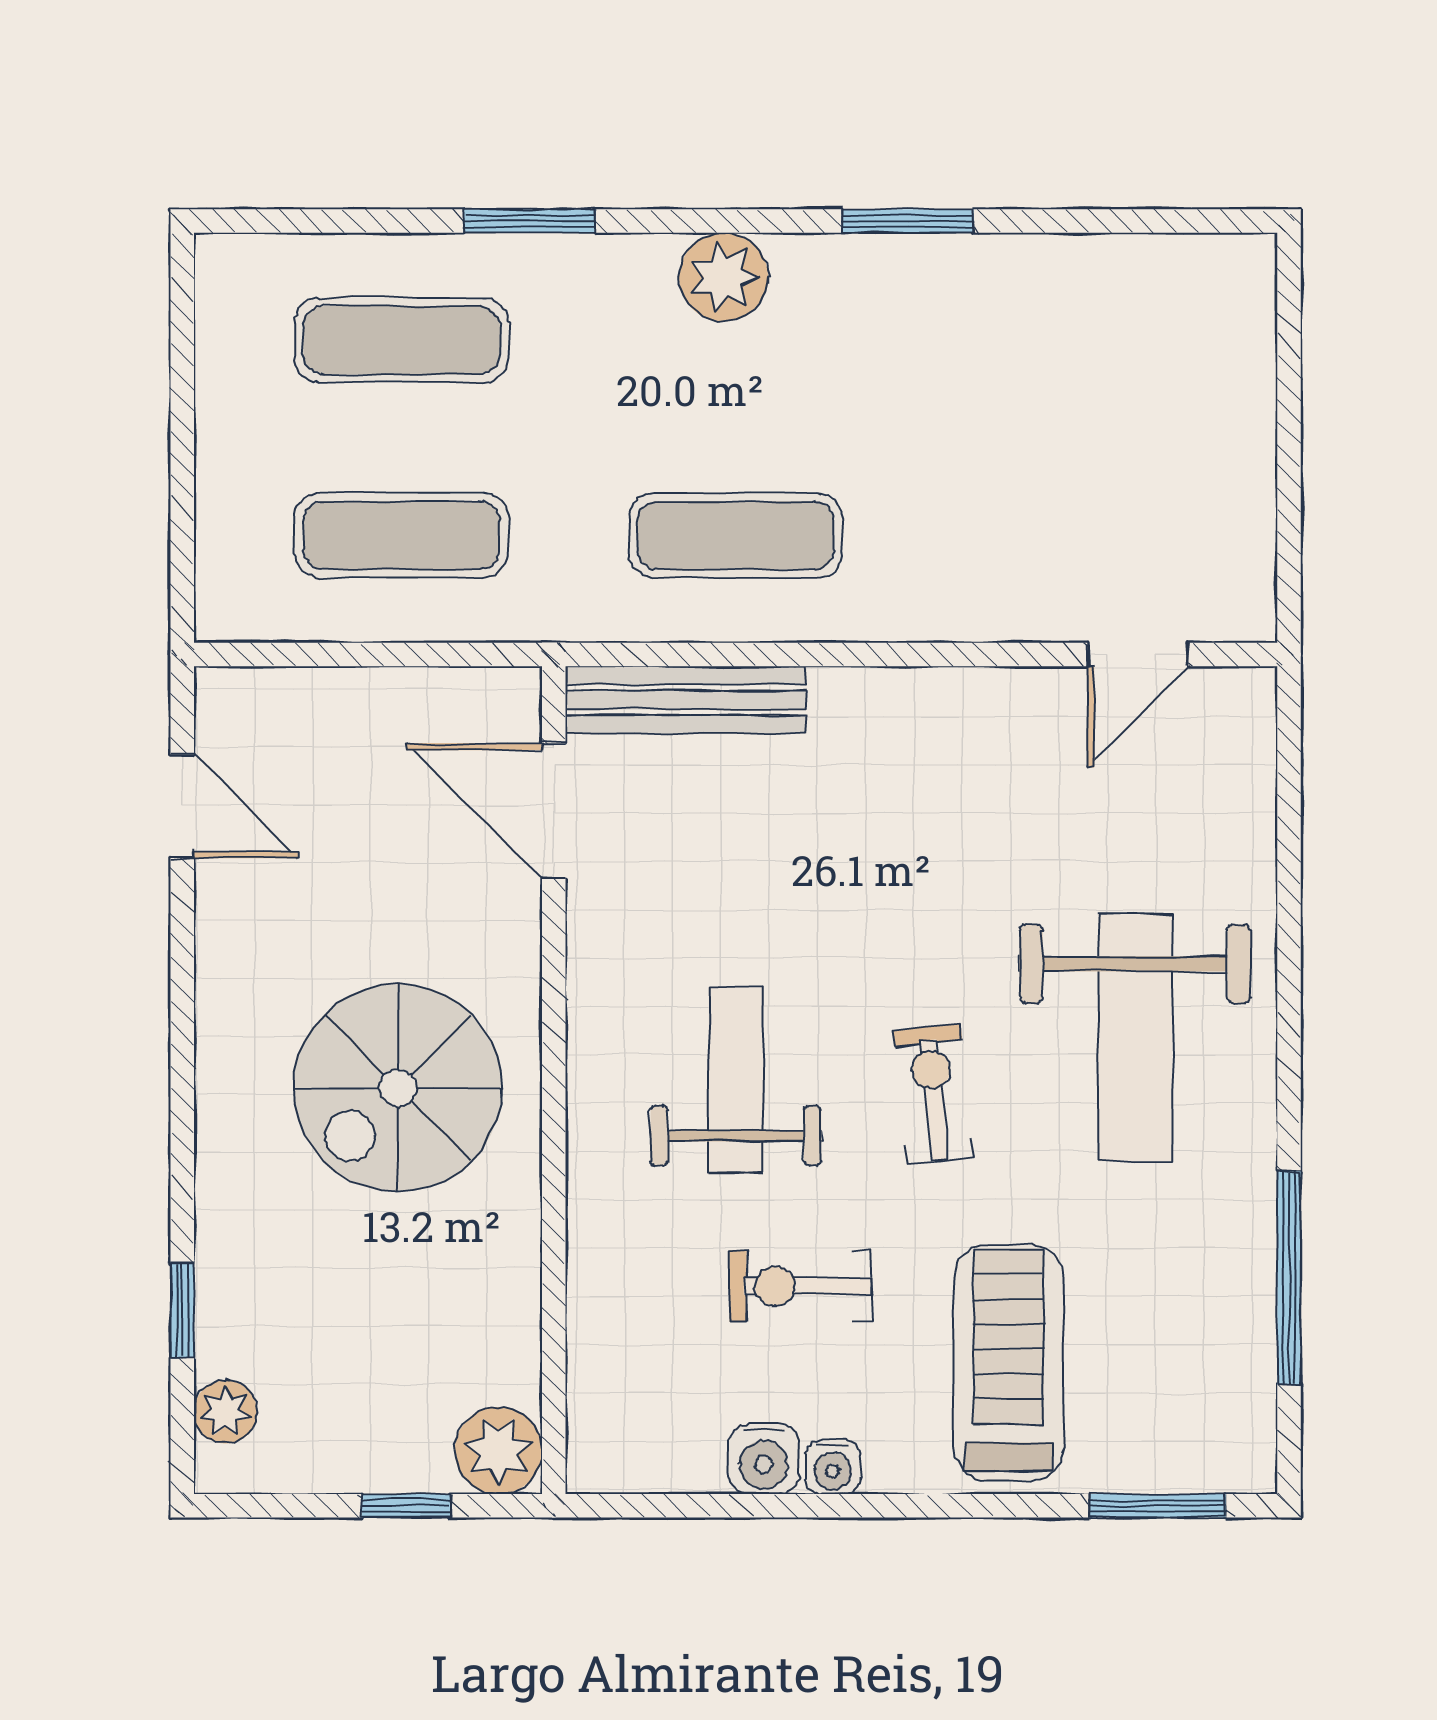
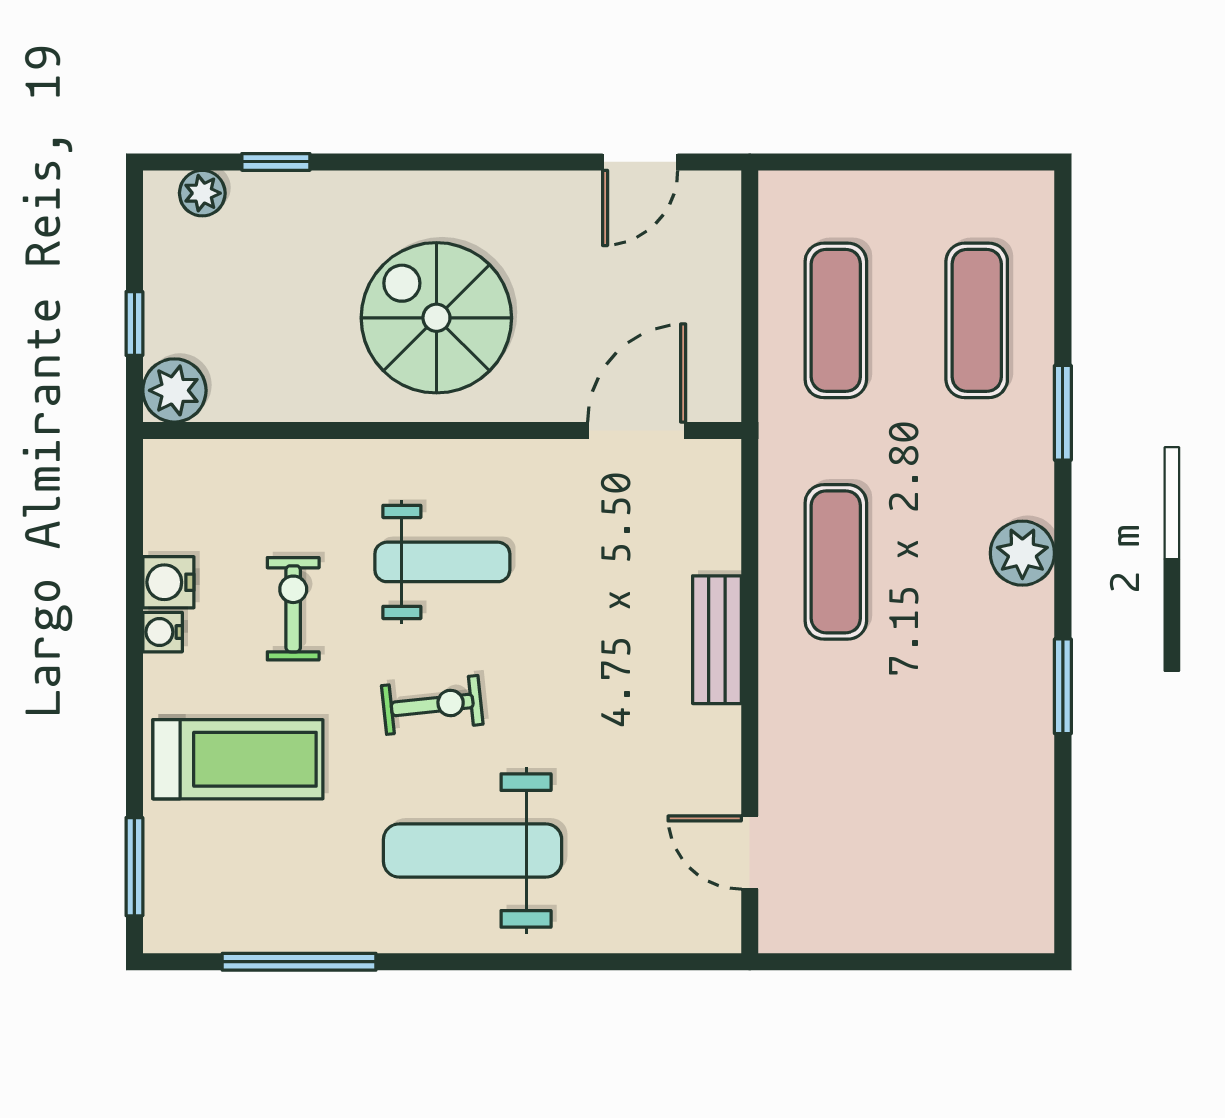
bench: (686, 700) -> (717, 640), moved, width x0.73

